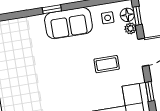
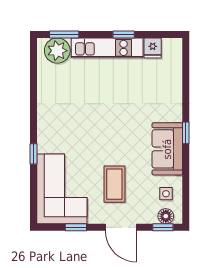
plant: (130, 28) -> (150, 217), removed
coffee table: (107, 64) -> (114, 184), width x1.36, depth x1.30

